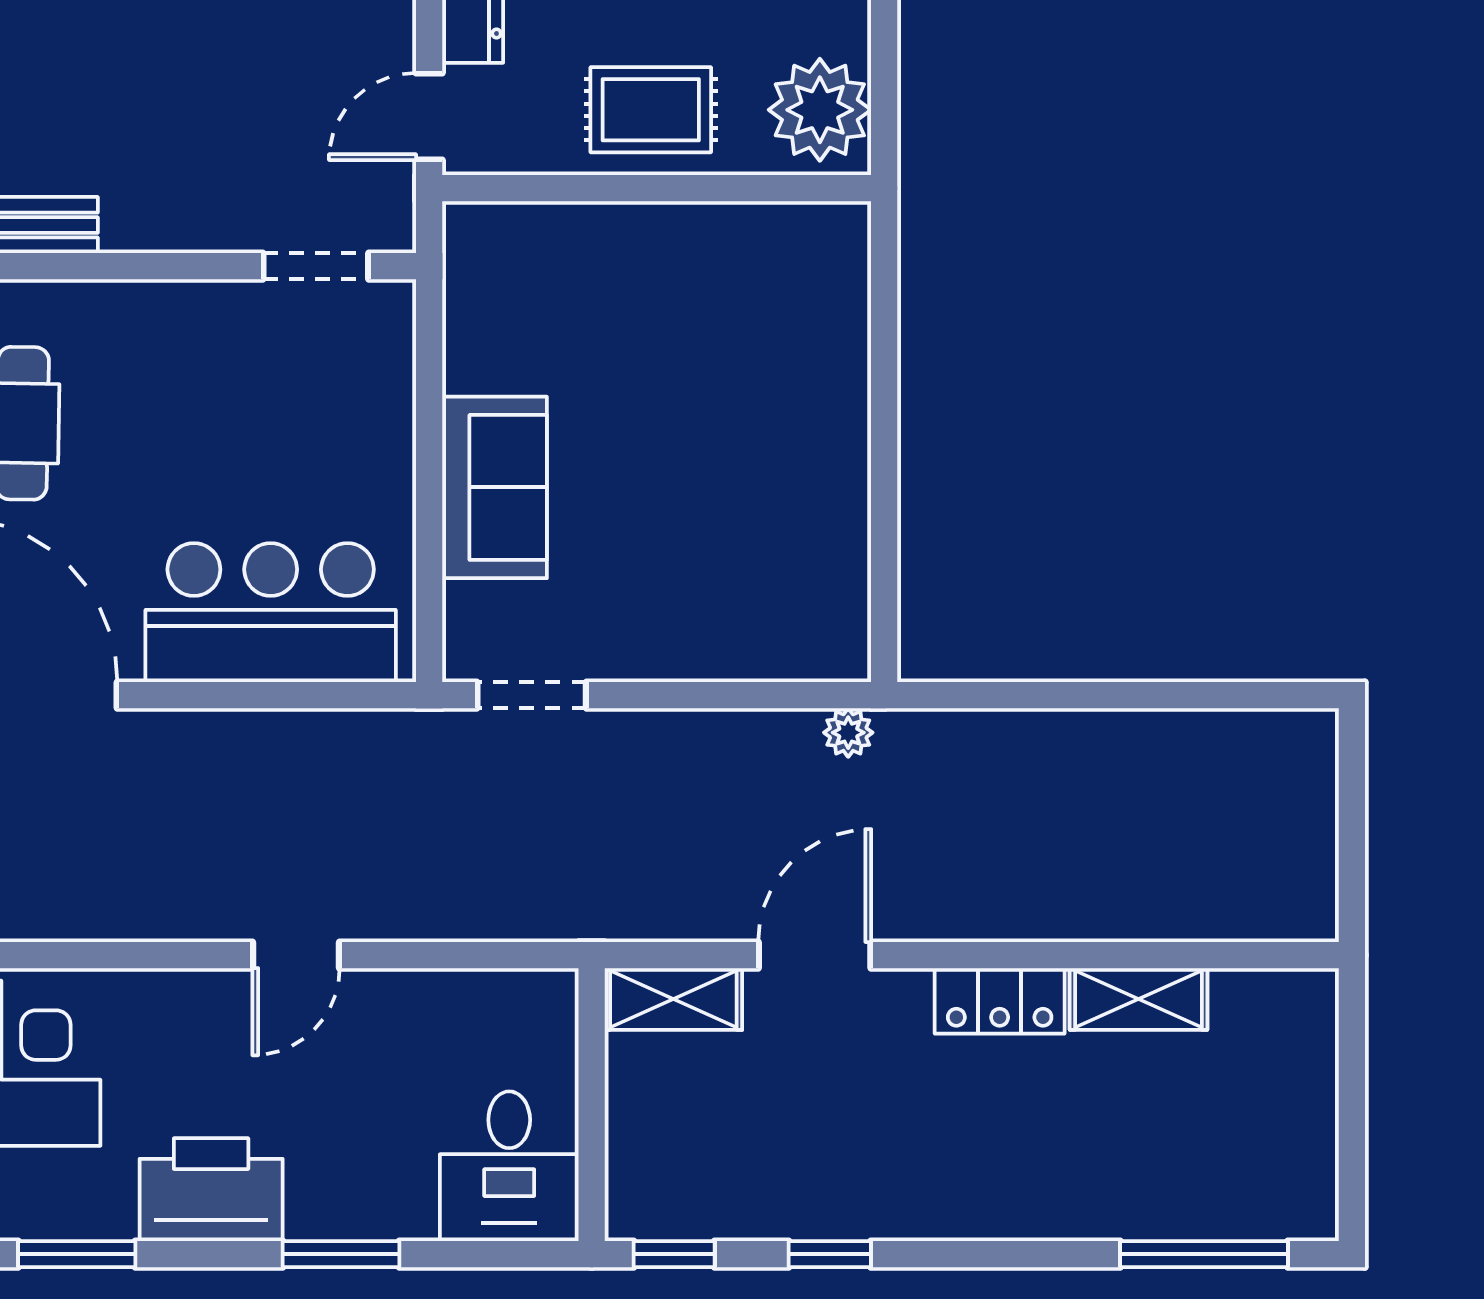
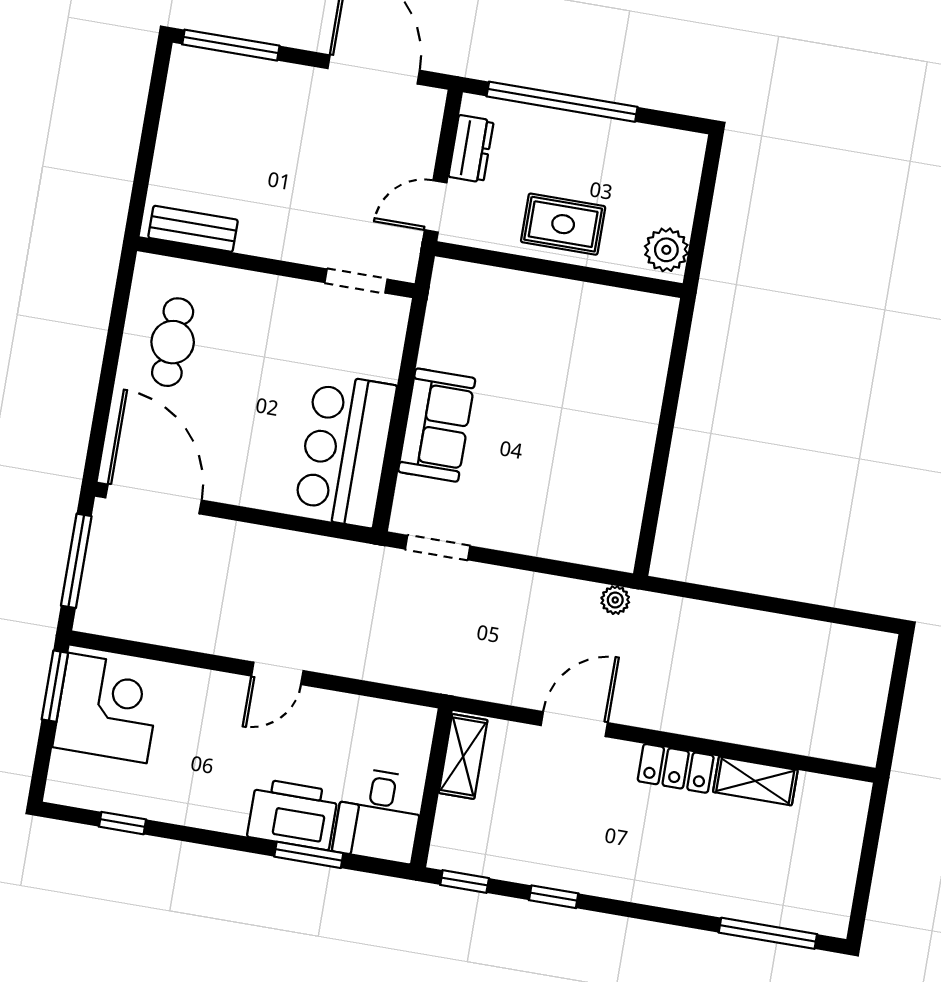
plant: (820, 110) -> (666, 250), width x0.73, depth x0.73
bar counter: (271, 613) -> (345, 450), moved, turned -90
shelving: (673, 999) -> (463, 756), moved, turned 90
printer: (211, 1190) -> (293, 814), moved
window: (77, 1254) -> (123, 823), width x0.67
window: (341, 1254) -> (309, 855), moved

